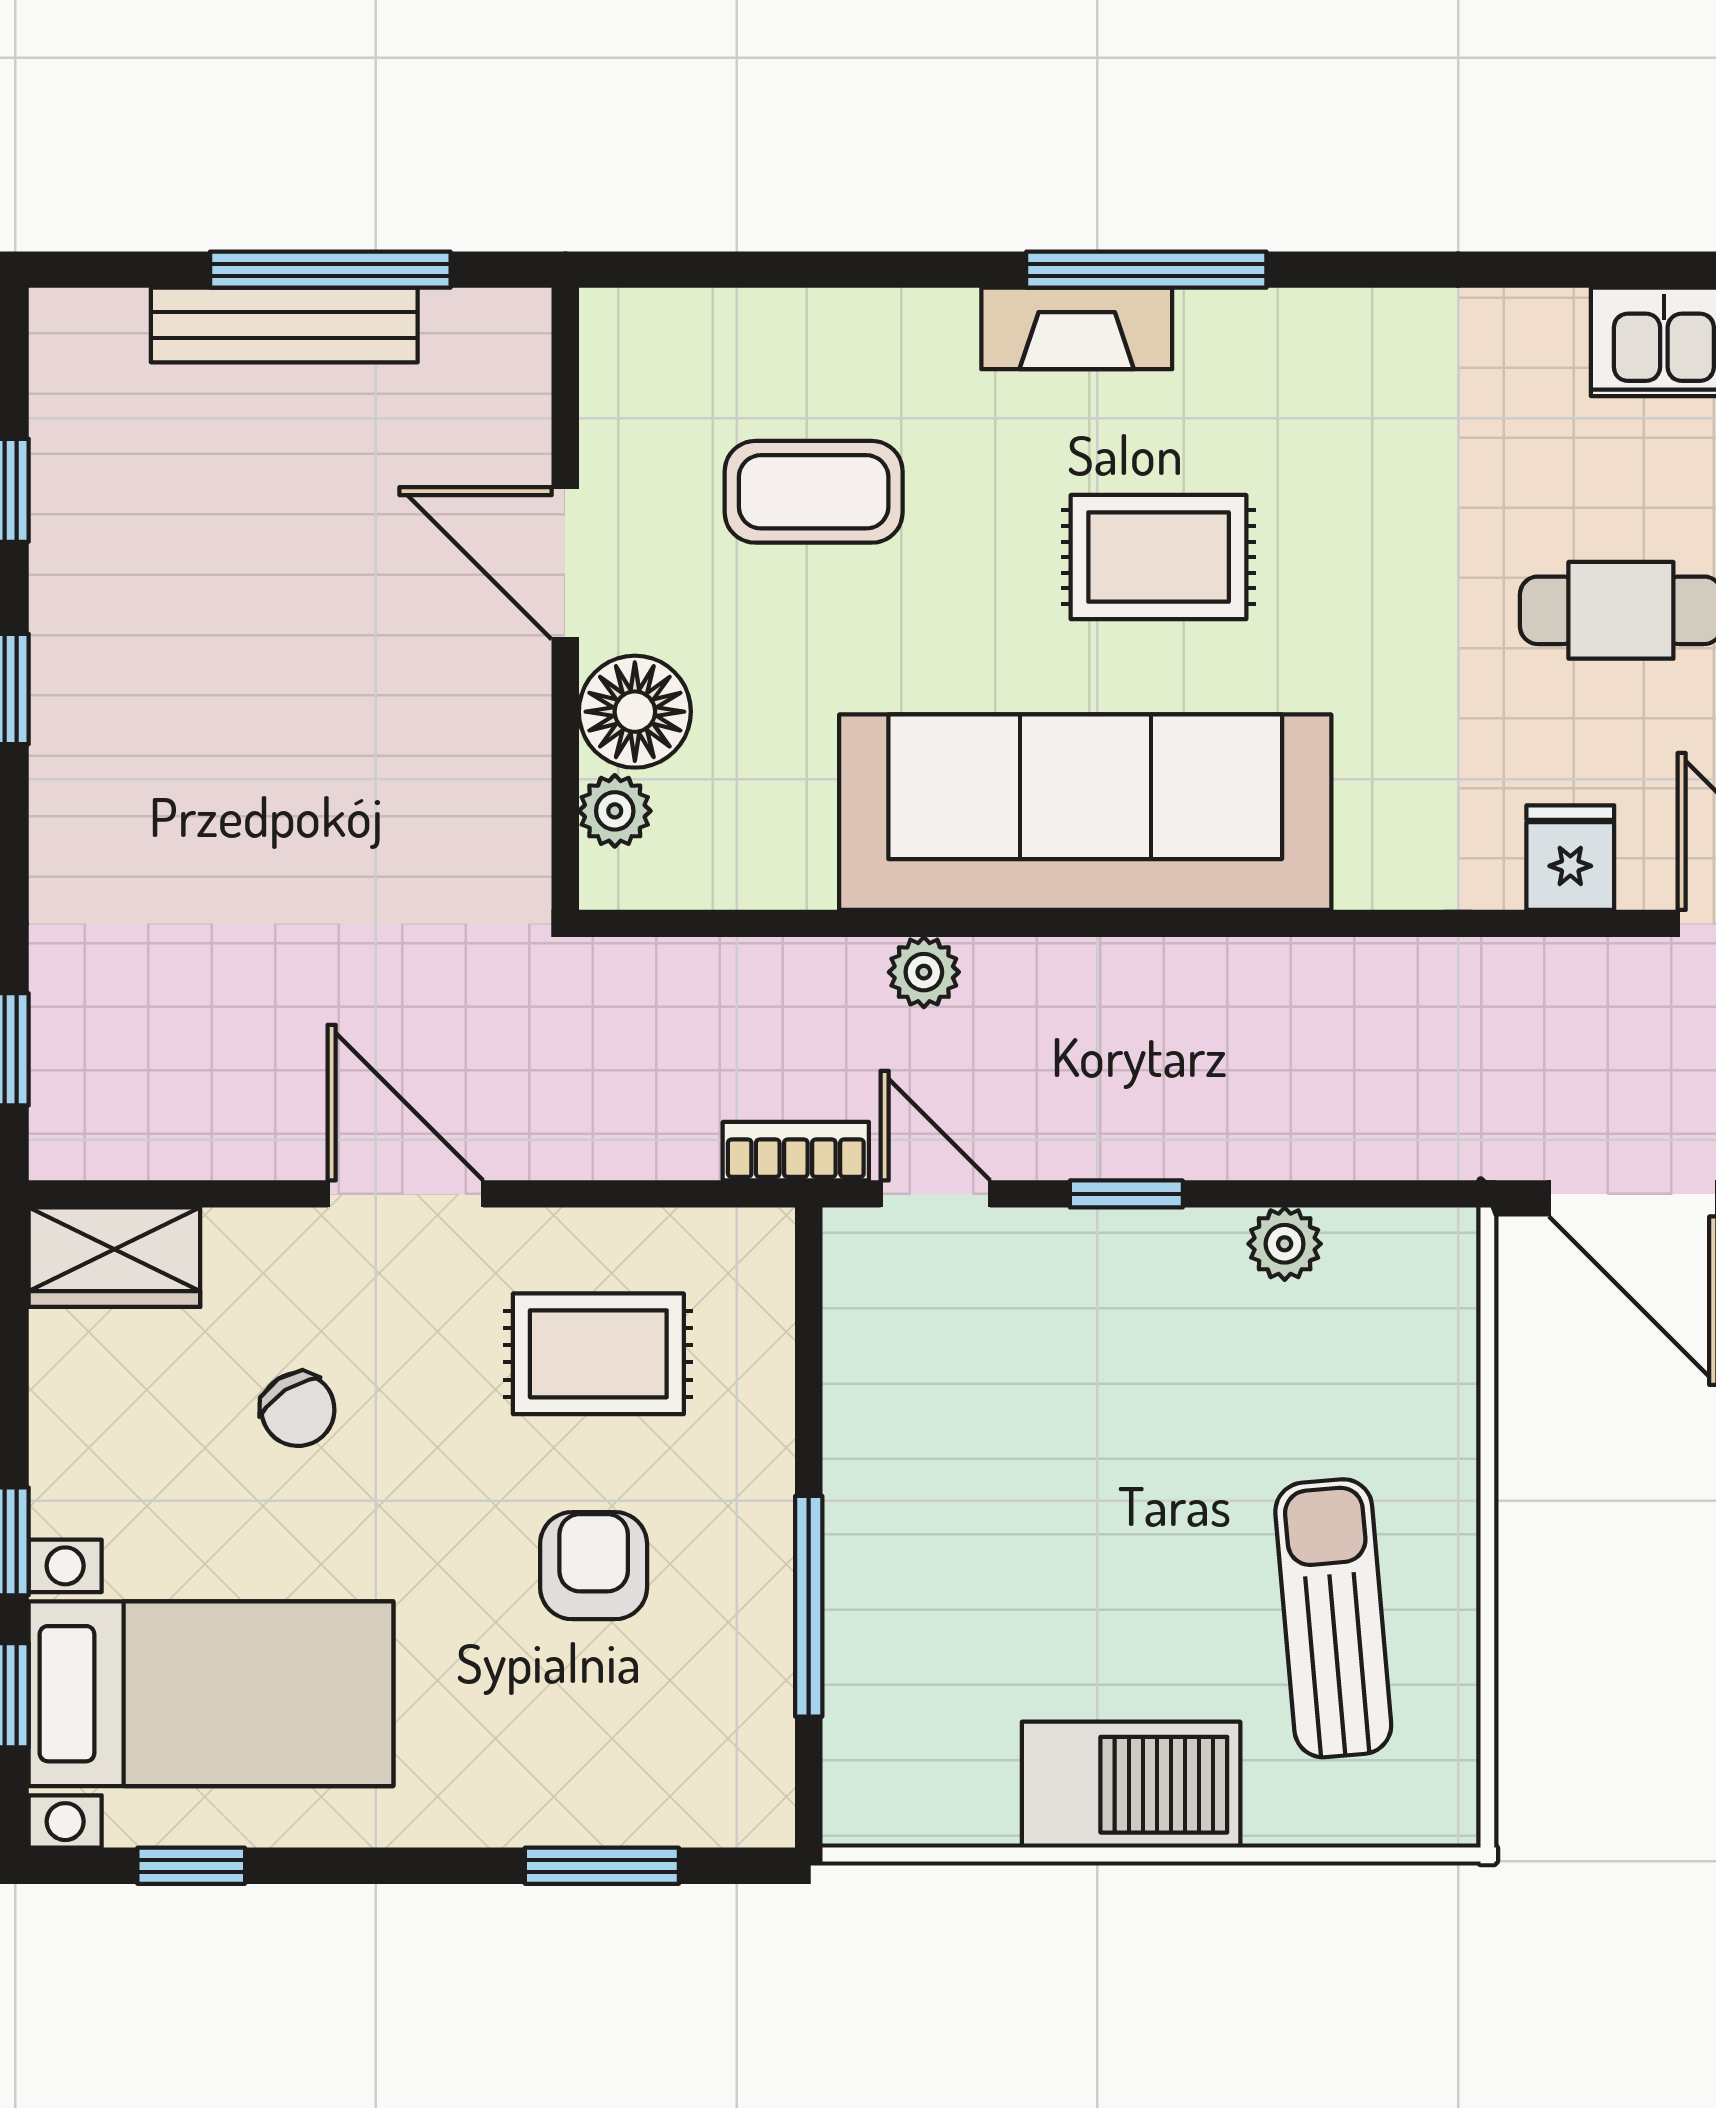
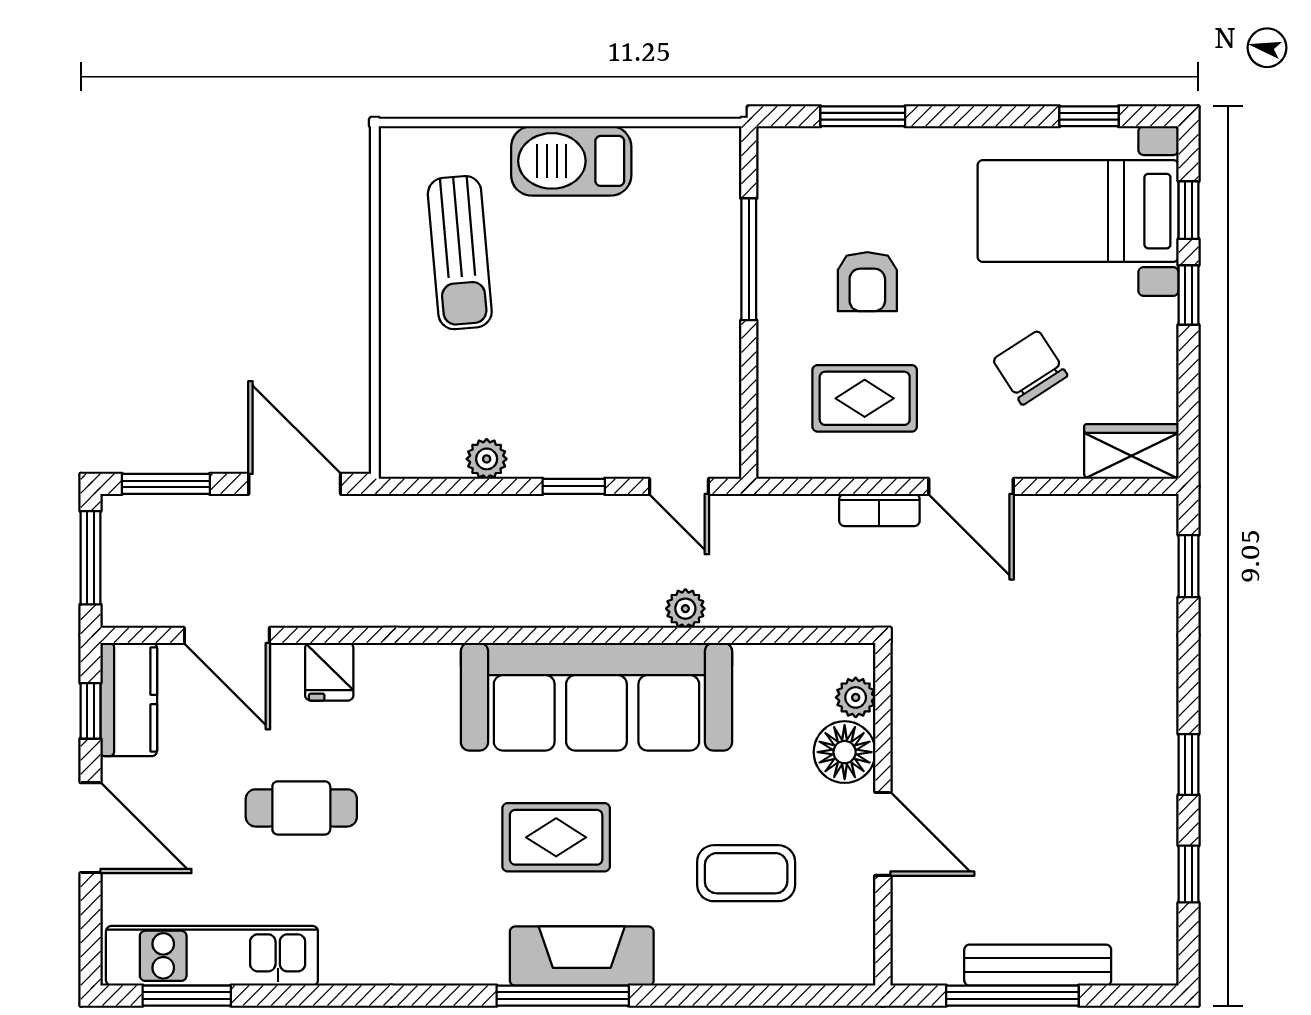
fireplace: (1077, 328) -> (582, 956), width x1.37, depth x1.32
bookcase: (796, 1151) -> (879, 510), moved
chair: (298, 1409) -> (1030, 368), width x1.37, depth x1.37

